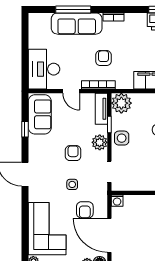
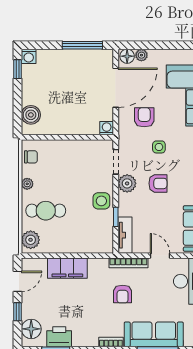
plant: (121, 103) -> (102, 242), removed
plant: (100, 142) -> (127, 183), moved
armchair: (73, 153) -> (158, 183), turned -90
door: (109, 235) -> (116, 88), hinge flipped

